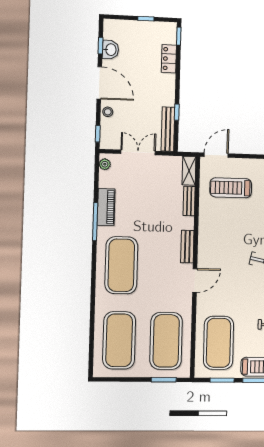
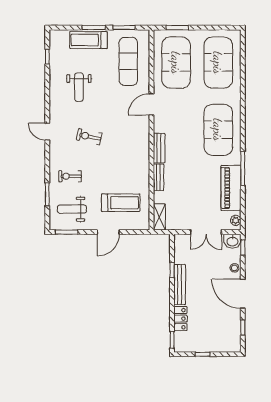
washbasin: (110, 50) -> (232, 241), moved, turned -90
bench: (168, 129) -> (180, 285), moved
door: (216, 155) -> (108, 232), moved
bench: (189, 201) -> (159, 177), moved
piano: (106, 207) -> (231, 188), width x1.37, depth x1.33
door: (195, 280) -> (151, 104), moved
exercise mat: (219, 343) -> (128, 61), width x0.68

